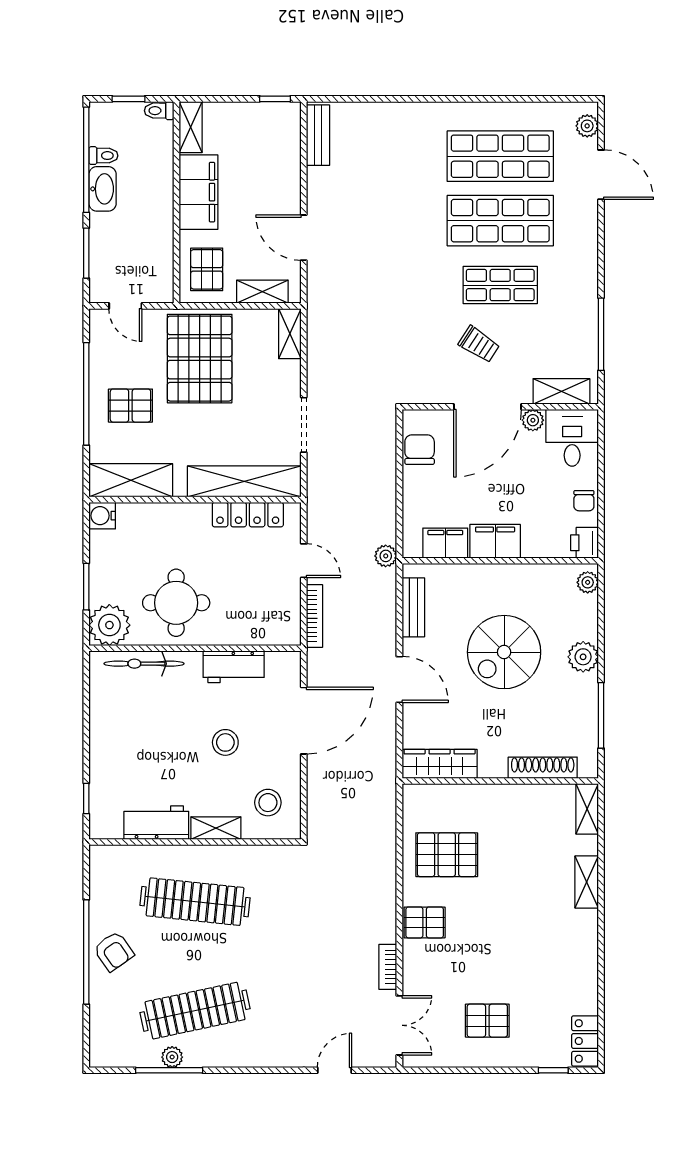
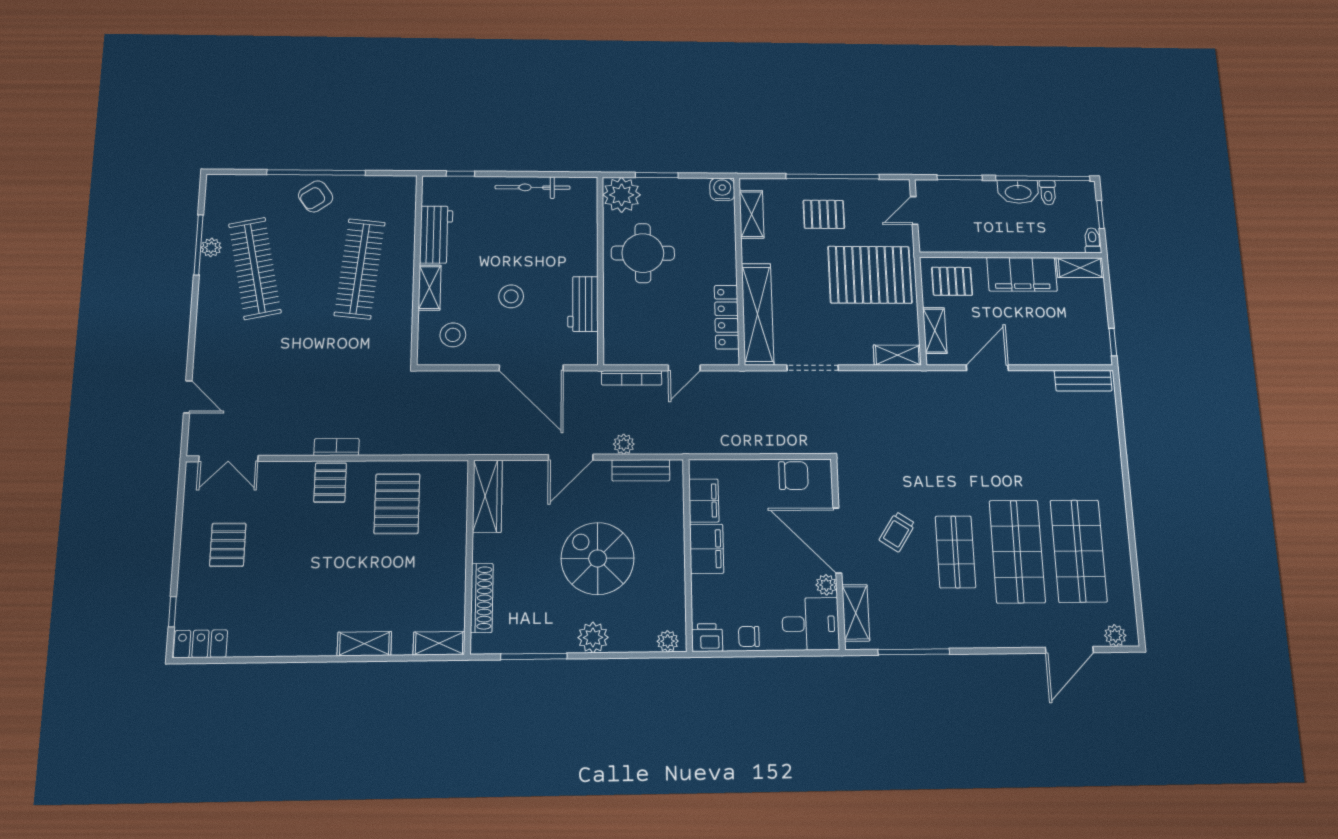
pallet: (130, 406) -> (824, 214), turned 90
shelving: (131, 480) -> (752, 214), width x0.67, depth x0.75
plant: (386, 556) -> (624, 444), moved
bicycle: (144, 664) -> (533, 187), moved, turned -90
bookcase: (388, 967) -> (337, 447), moved

